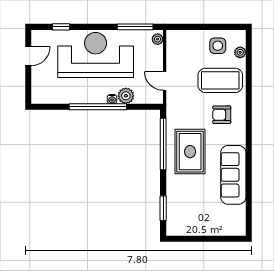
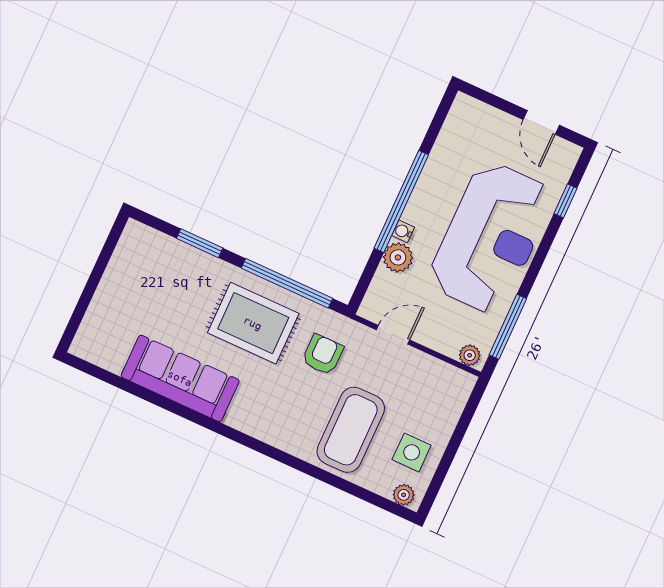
plant: (240, 52) -> (404, 495), moved
armchair: (222, 115) -> (323, 355), moved
window: (163, 208) -> (200, 243), moved

